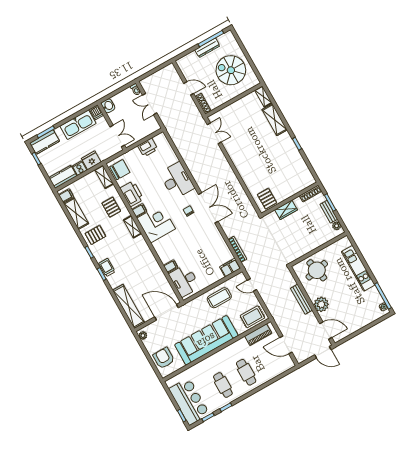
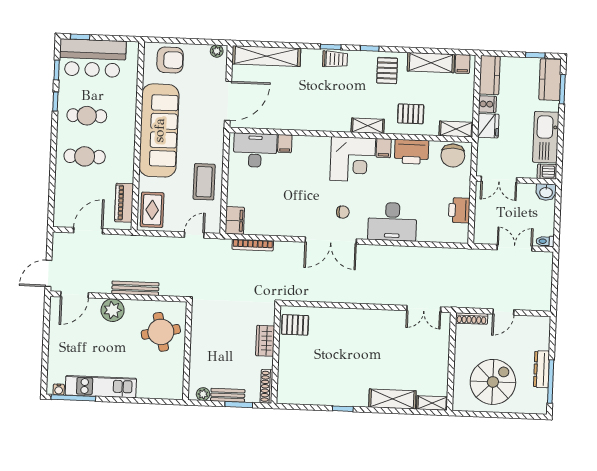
kitchen unit: (358, 268) -> (101, 387), moved

